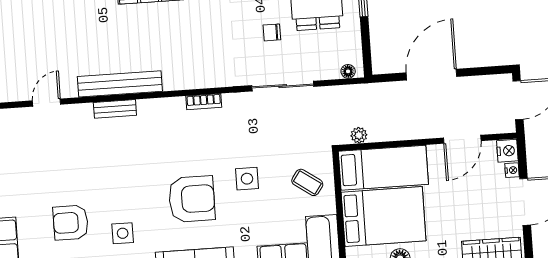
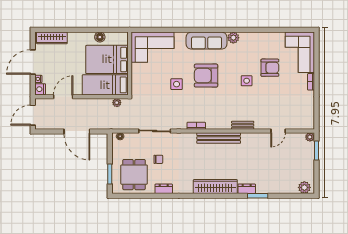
door: (431, 75) -> (77, 132), hinge flipped
bench: (120, 84) -> (219, 138), moved
coffee table: (307, 182) -> (145, 80), removed
side table: (123, 233) -> (247, 81), moved

